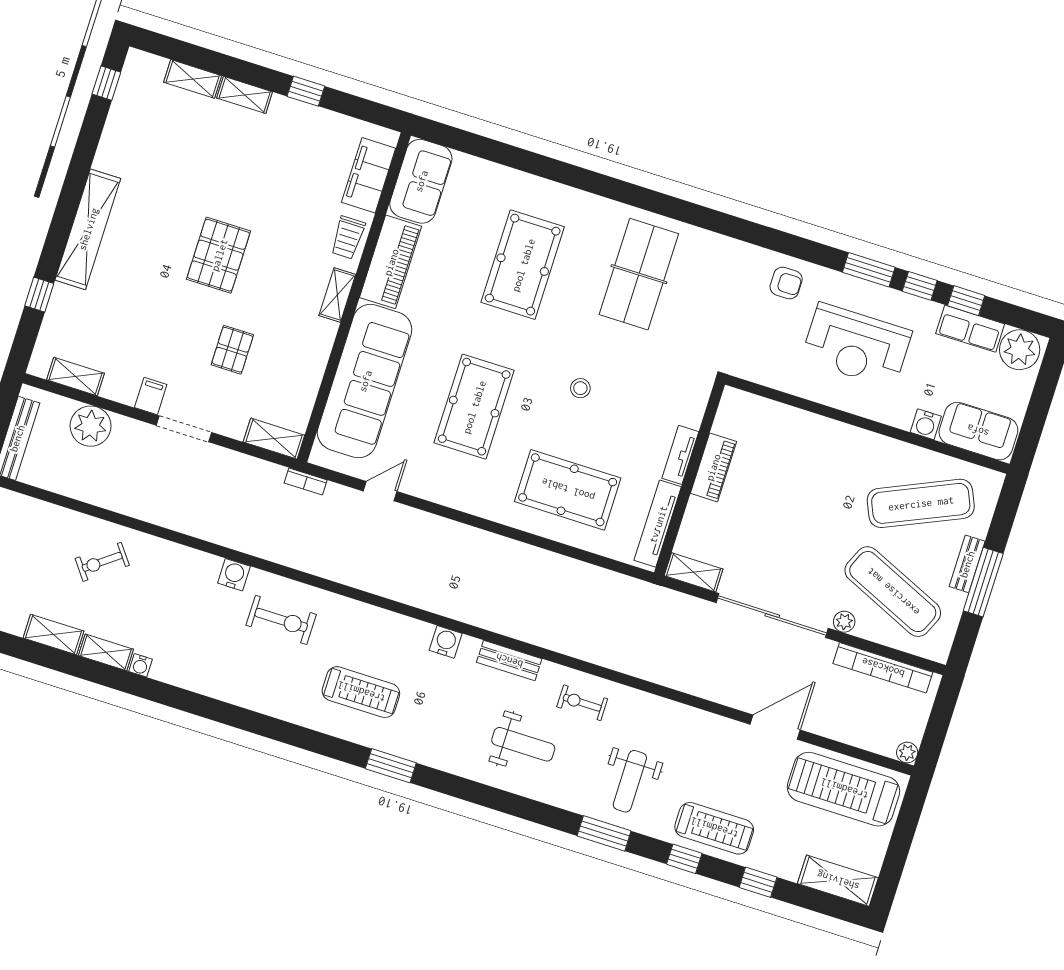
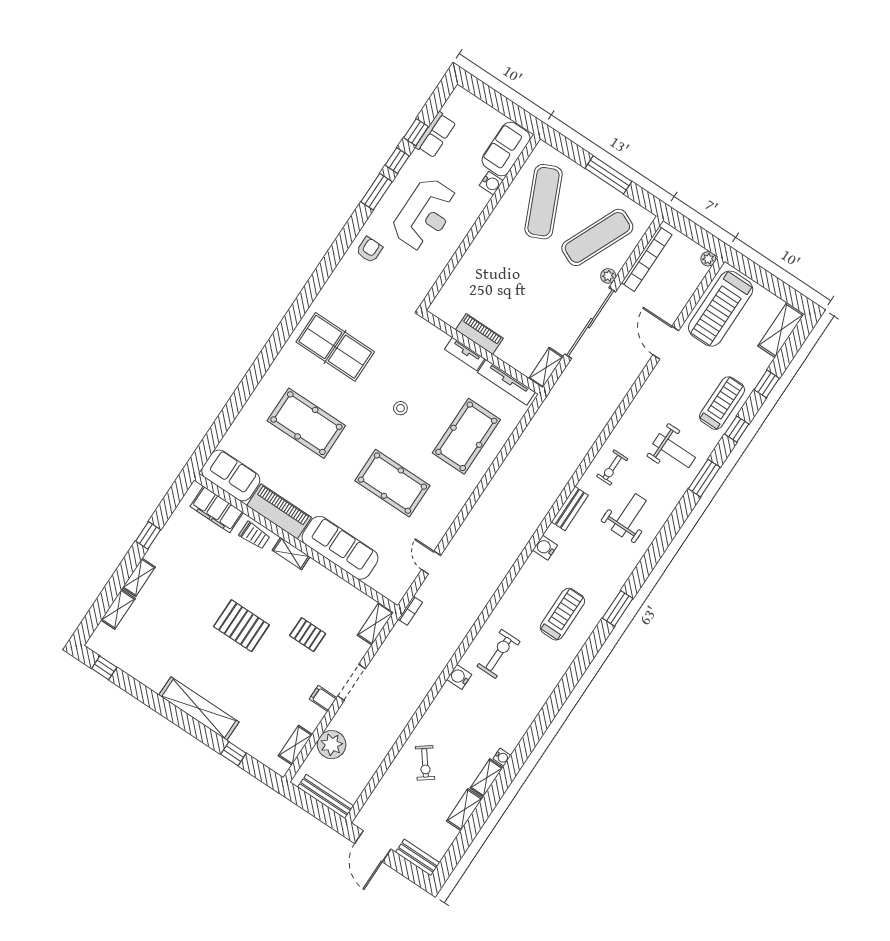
plant: (1020, 350) -> (459, 106), removed
sofa: (365, 381) -> (340, 548), width x0.74, depth x0.79
bench: (967, 564) -> (593, 182), removed

